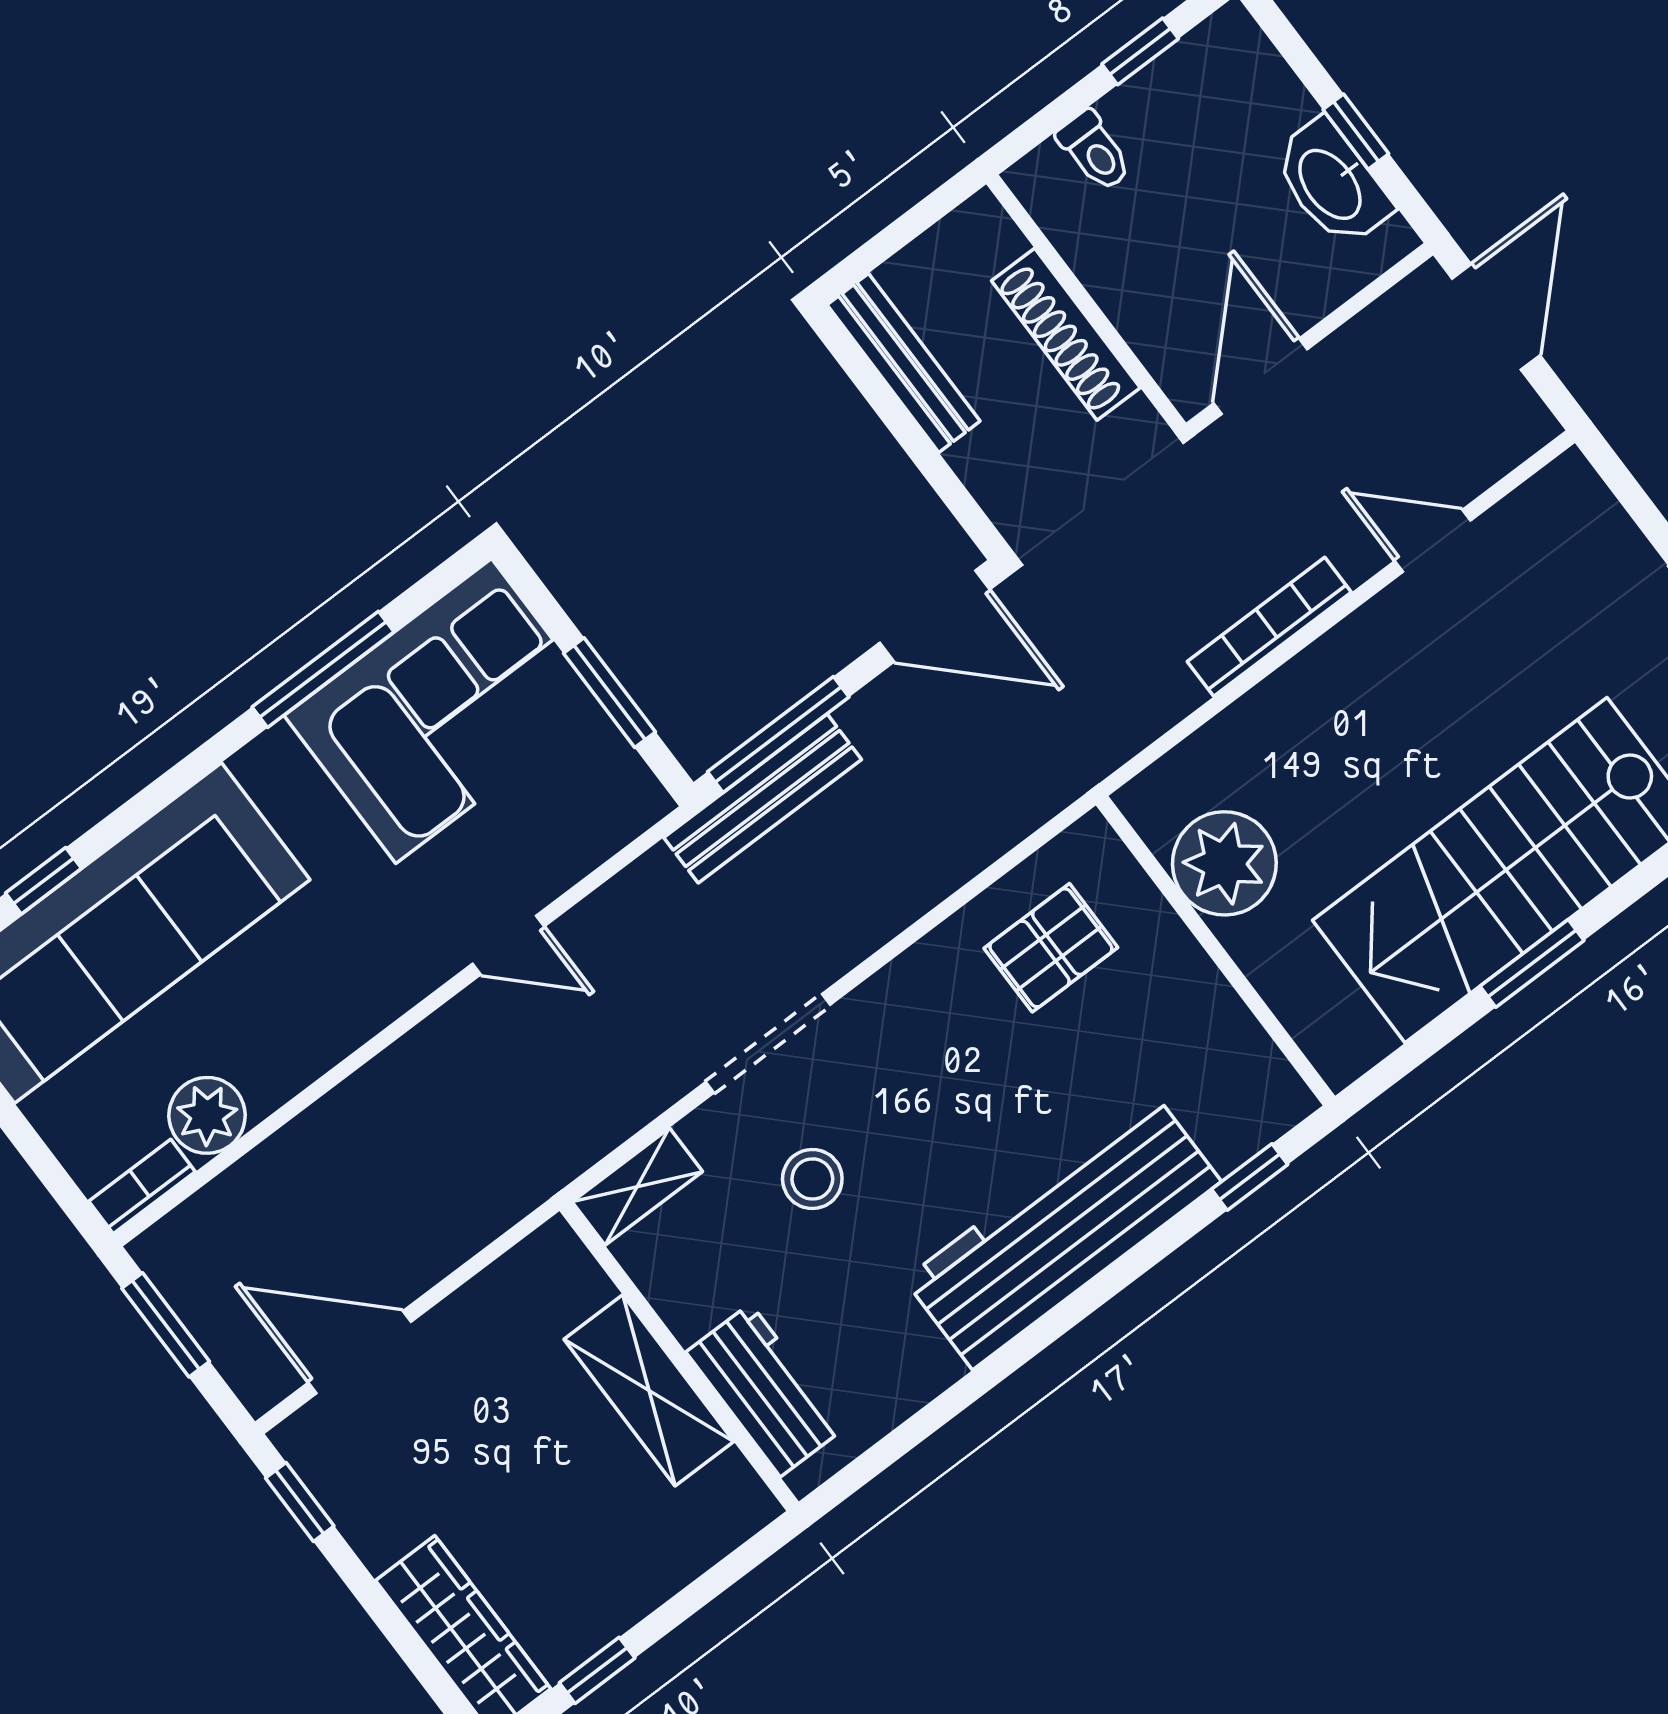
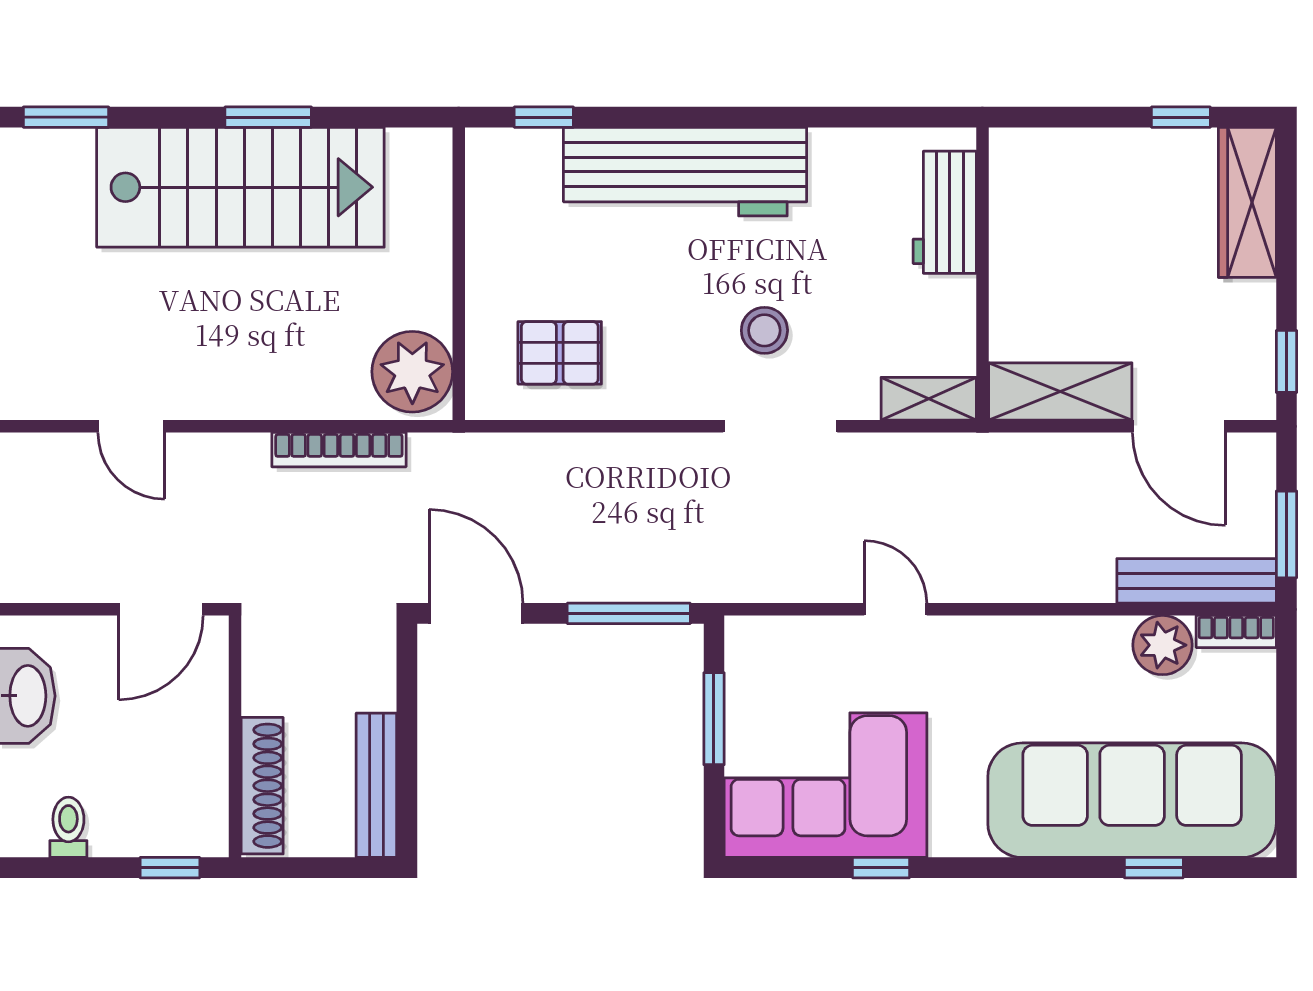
window: (1140, 51) -> (170, 868), moved
toilet: (1094, 151) -> (68, 827), moved
shoe rack: (1066, 334) -> (262, 786), moved
bookcase: (1269, 627) -> (339, 450), moved
window: (323, 669) -> (881, 868), width x0.46
bench: (763, 799) -> (1197, 581), moved
plant: (1224, 863) -> (412, 372), moved
stool: (812, 1179) -> (764, 330), moved
shelving: (649, 1390) -> (1060, 392), moved, turned 90

